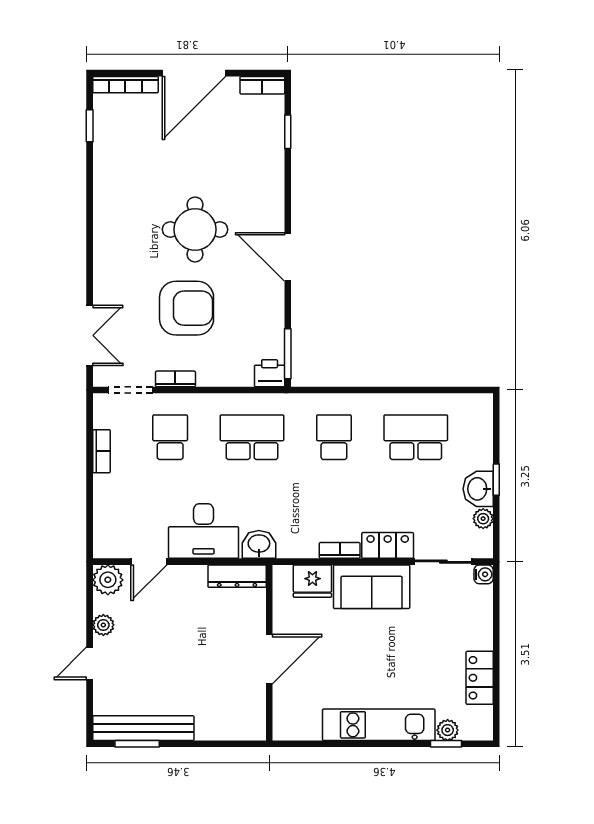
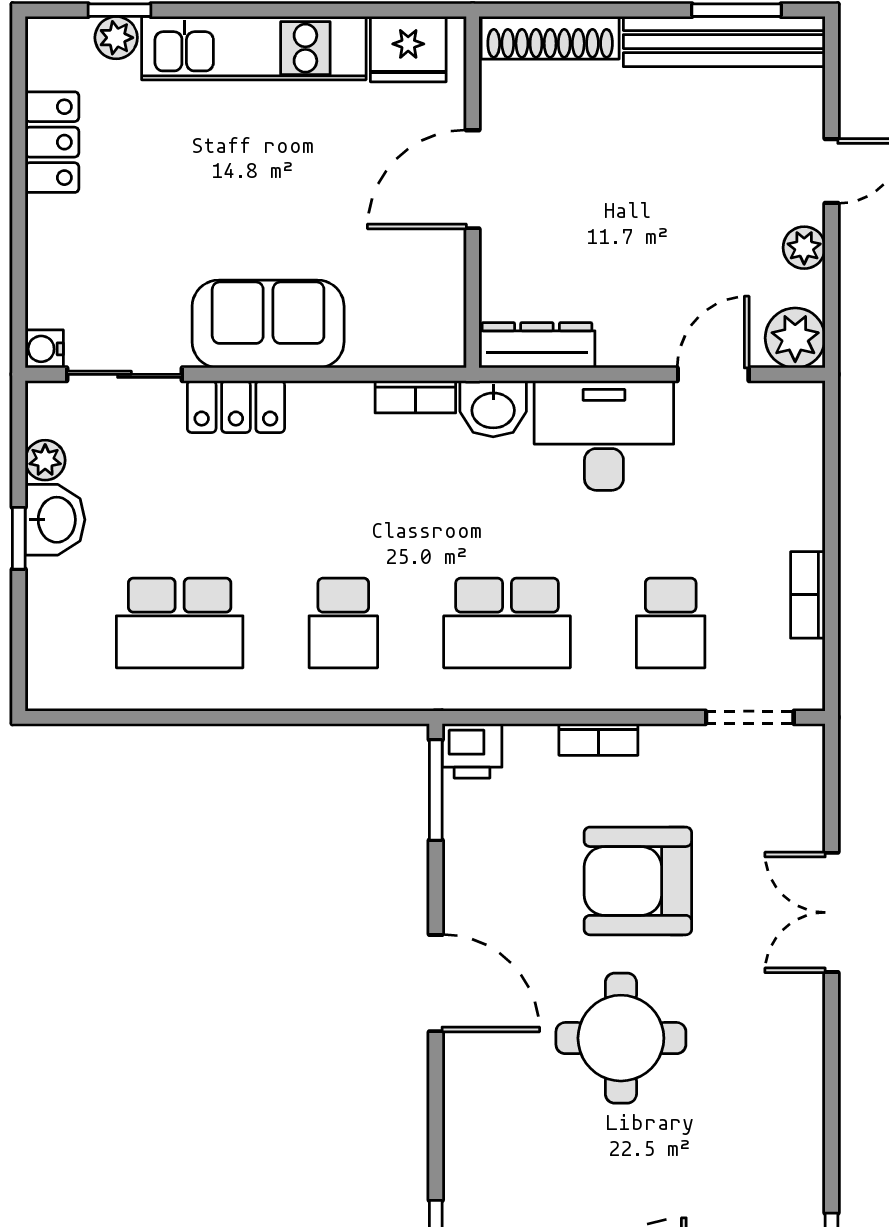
double door: (90, 335) -> (832, 912), moved
bookcase: (175, 379) -> (598, 739), moved
bookcase: (340, 550) -> (415, 397), moved
fridge: (312, 581) -> (408, 49), moved, turned 180
shoe rack: (230, 730) -> (550, 38), added

